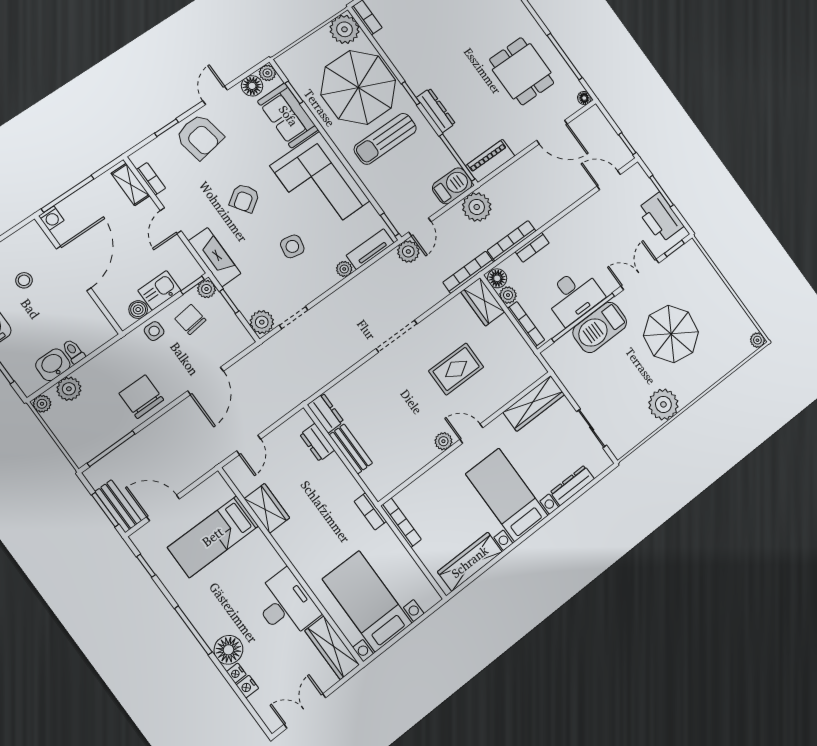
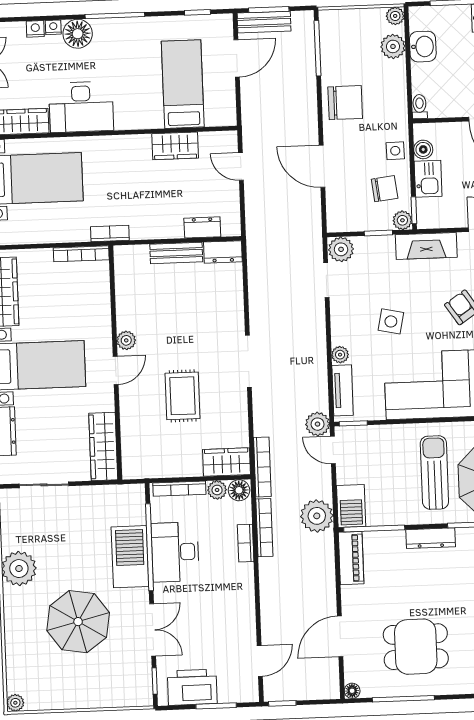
toilet: (73, 351) -> (420, 107), moved, turned -90

